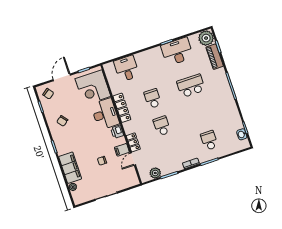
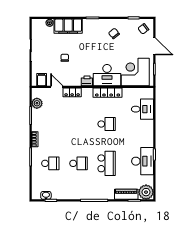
school desk: (162, 126) -> (78, 163), moved
filing cabinet: (122, 150) -> (42, 80), moved

